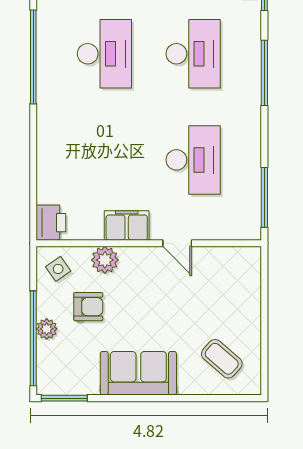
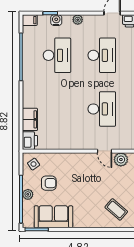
filing cabinet: (127, 225) -> (30, 119), moved, turned 90
door: (177, 243) -> (104, 151), moved
plant: (105, 260) -> (121, 160), moved
sofa: (138, 373) -> (53, 217), moved

